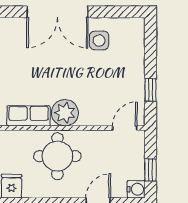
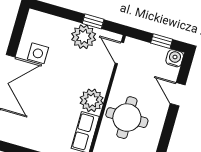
plant: (131, 85) -> (84, 37), added

